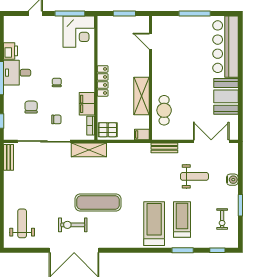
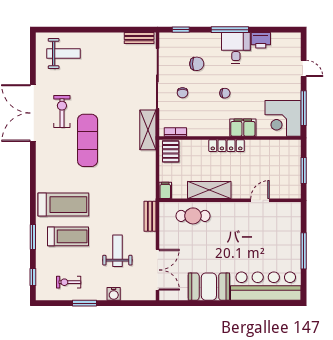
door: (150, 41) -> (260, 200), moved
filing cabinet: (87, 104) -> (243, 128), moved
weight bench: (194, 176) -> (117, 251), turned 180

